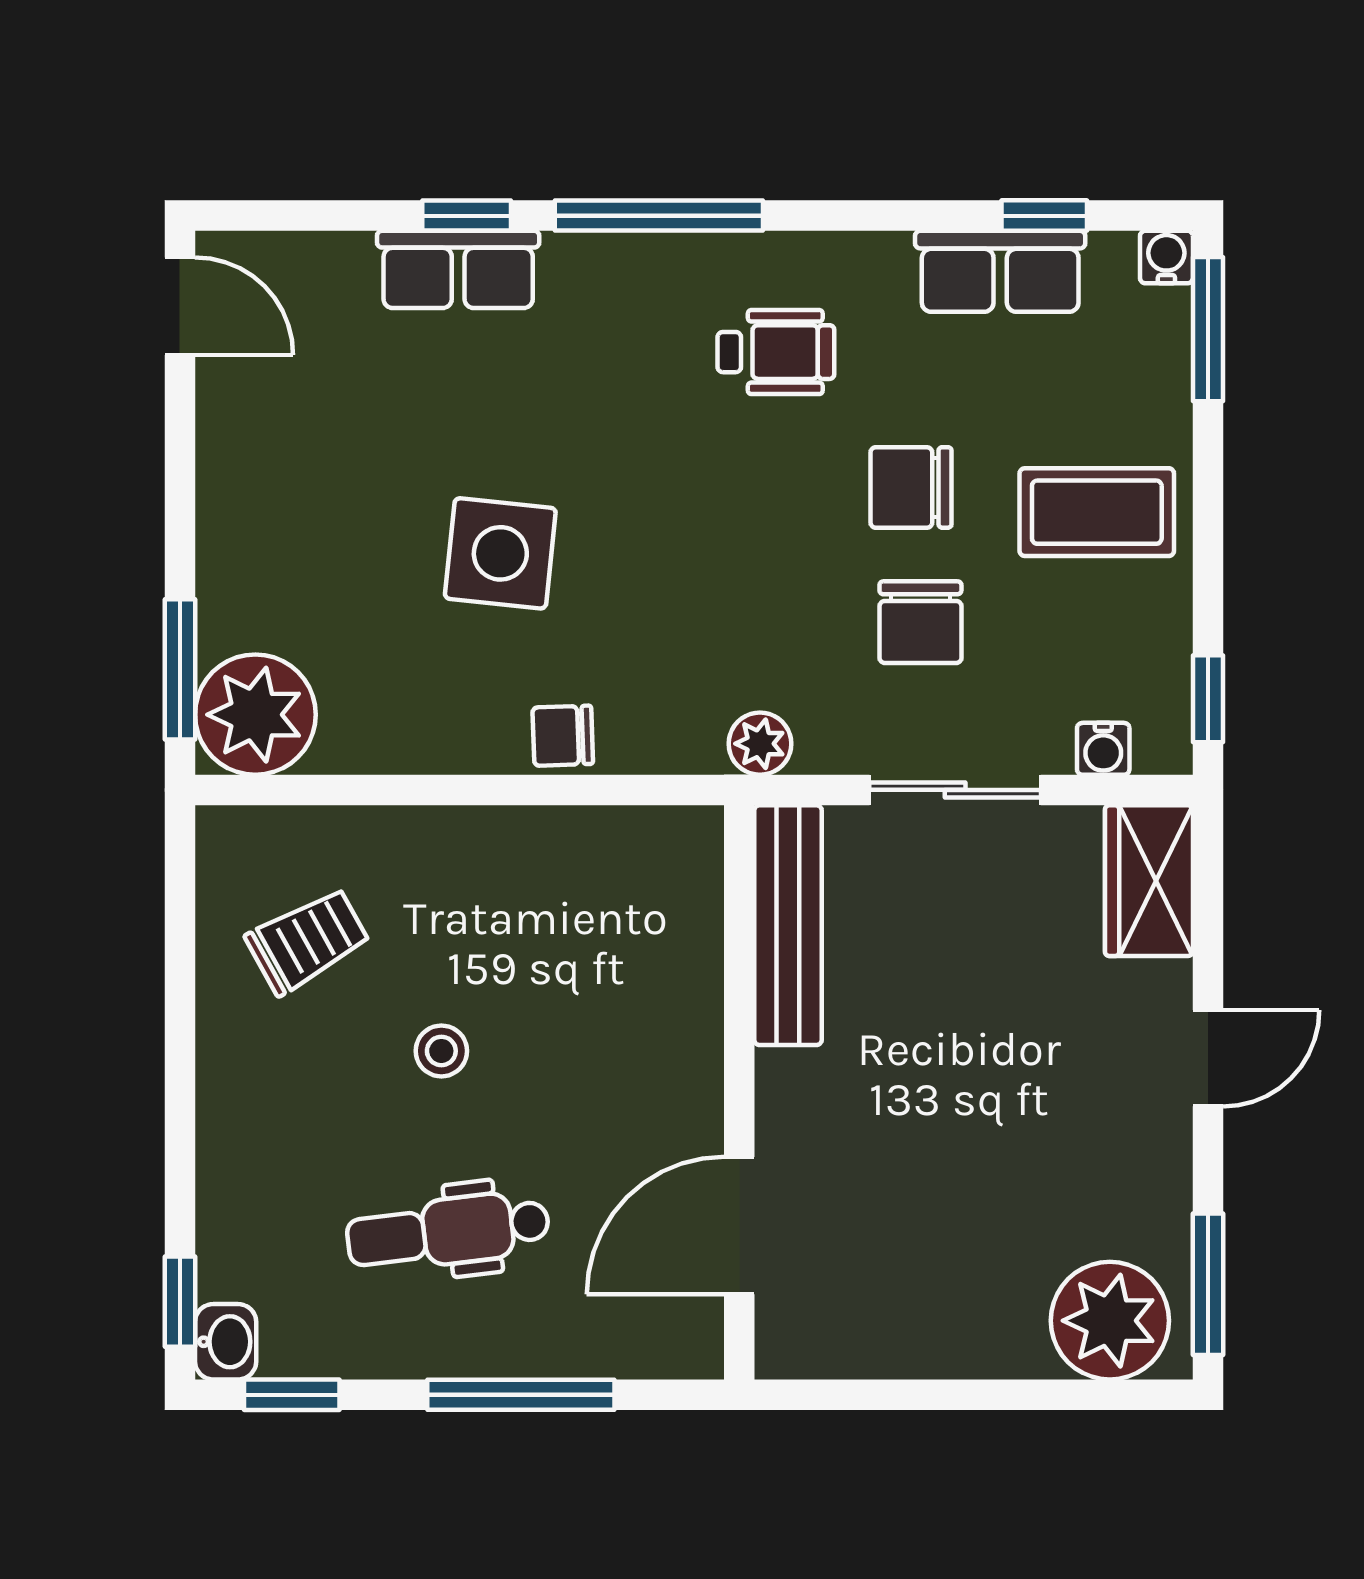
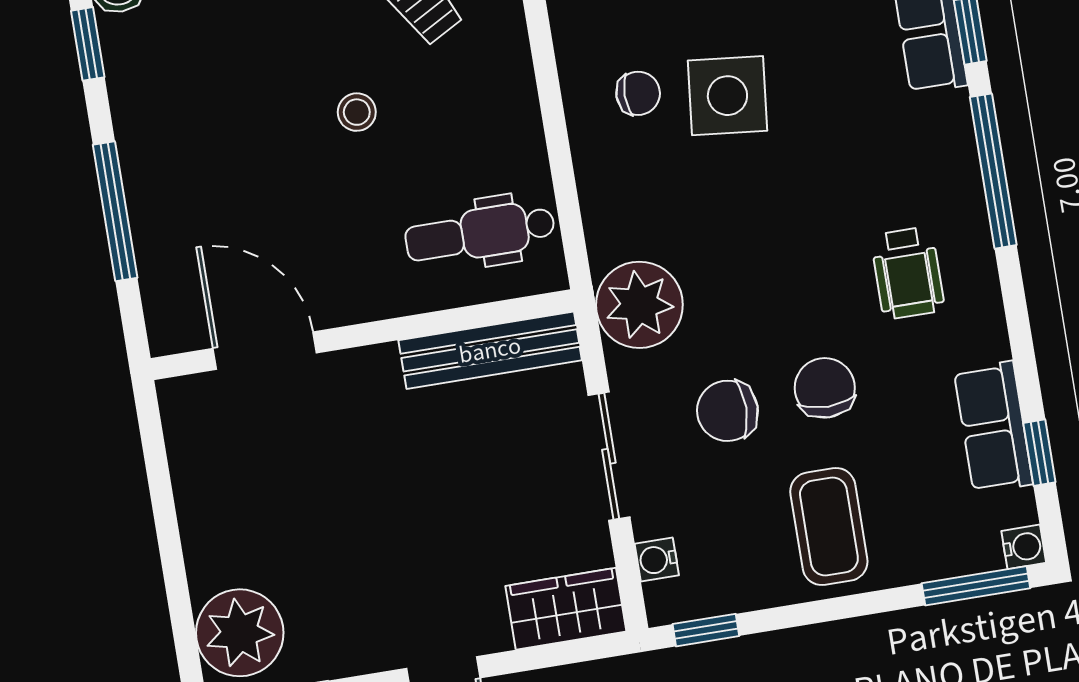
chair: (563, 736) -> (638, 93), moved, turned 92
plant: (760, 744) -> (639, 305), width x1.88, depth x1.88
dental chair: (448, 1231) -> (480, 233), moved, turned -83

